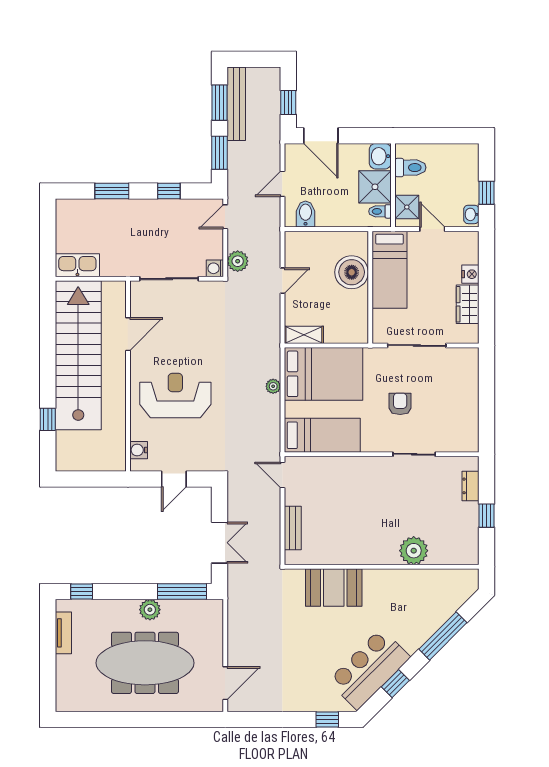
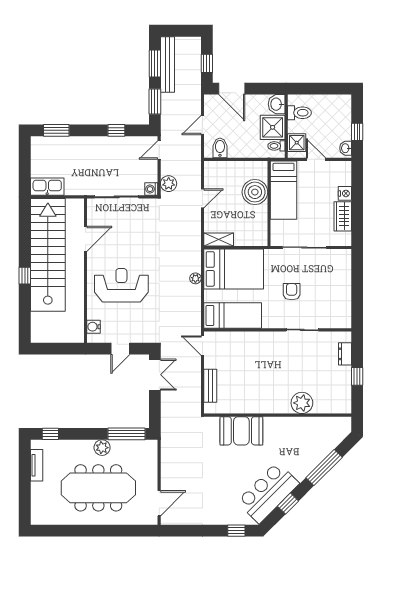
window: (112, 191) -> (56, 130), moved
window: (48, 419) -> (25, 276), moved
double door: (219, 543) -> (155, 375), moved

